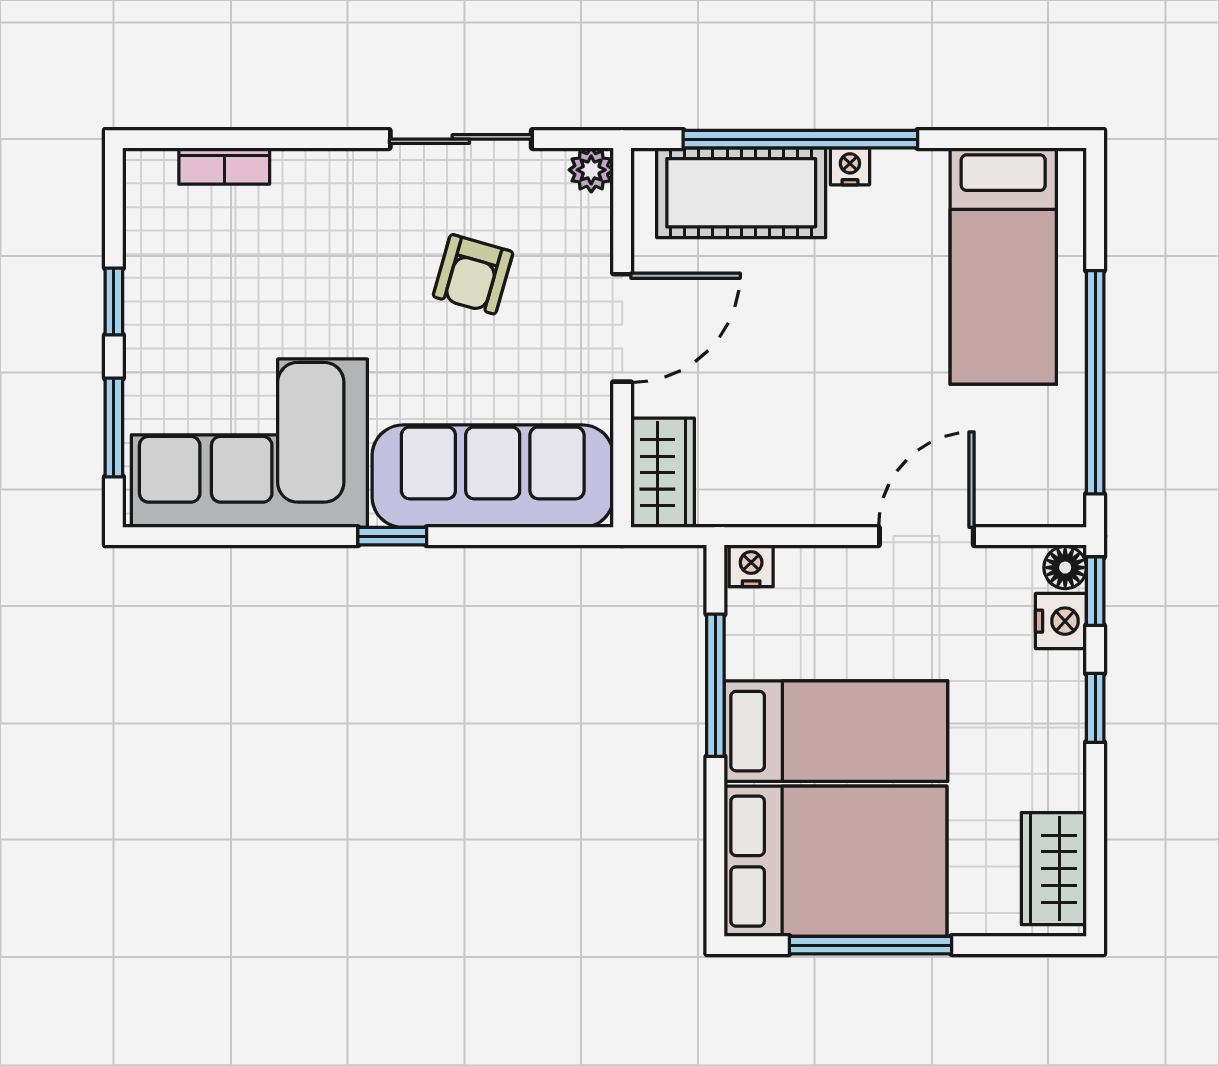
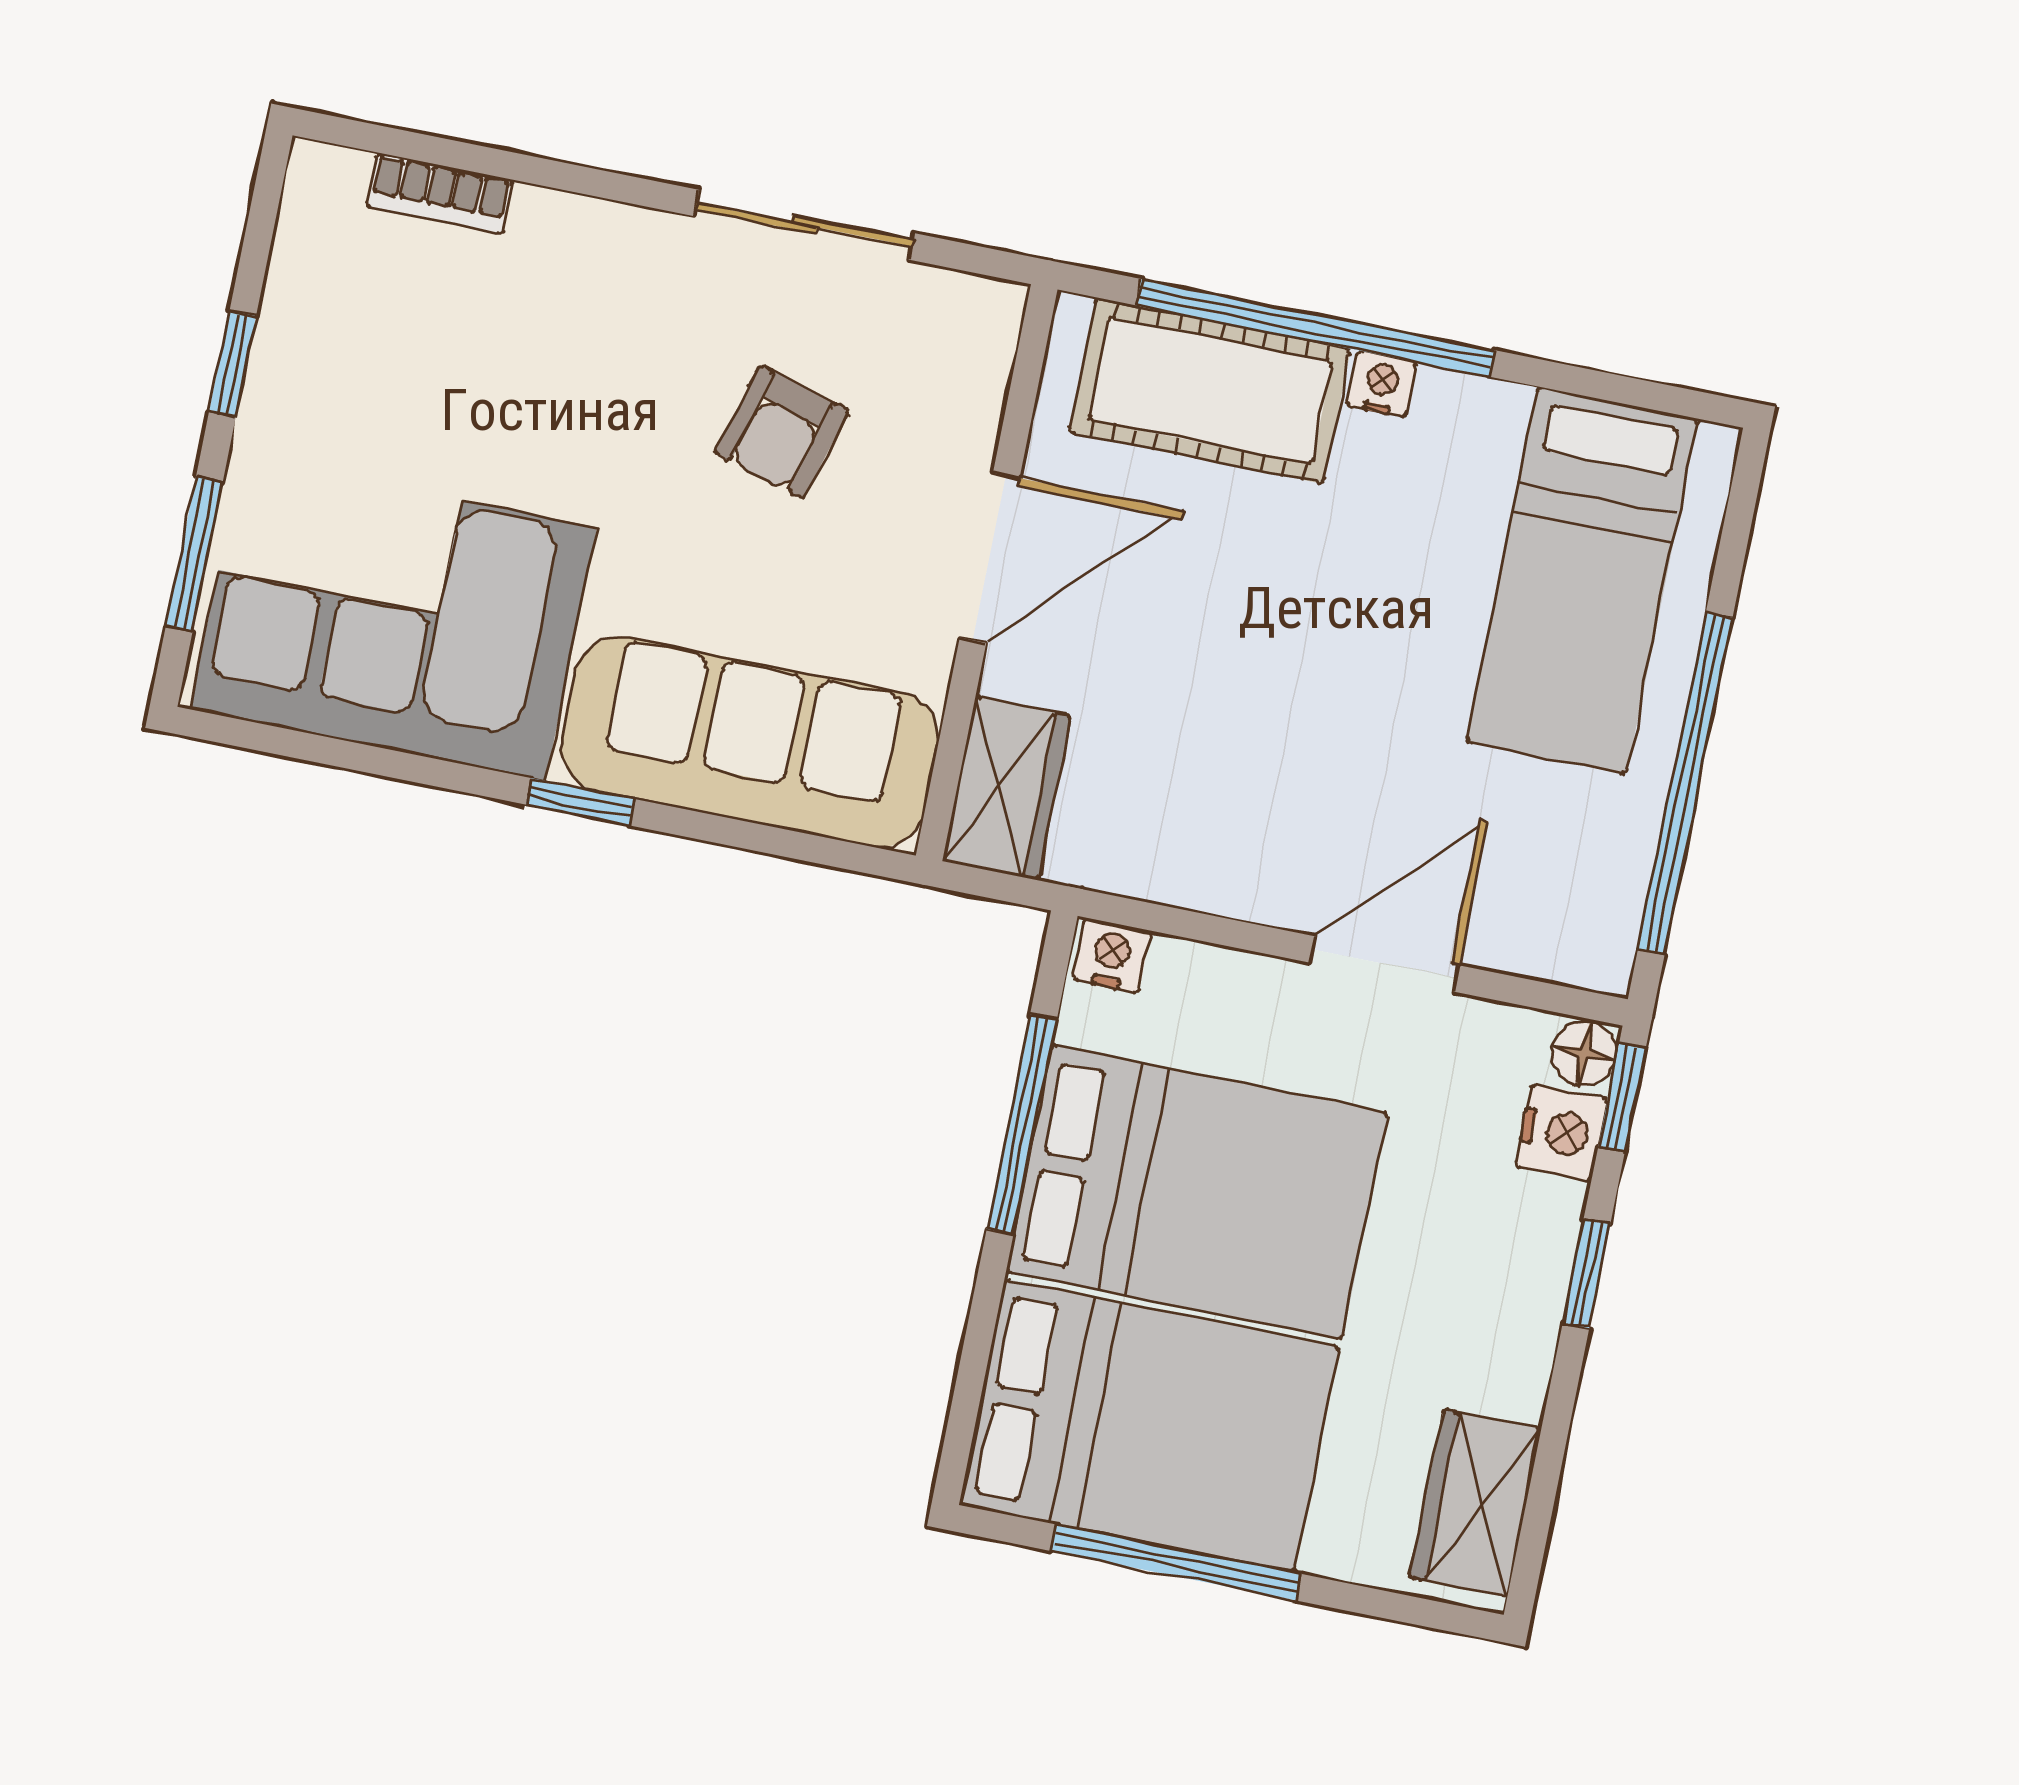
plant: (591, 170) -> (991, 311), removed
bed: (836, 731) -> (1197, 1192), width x1.50

